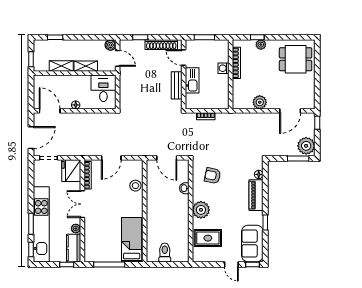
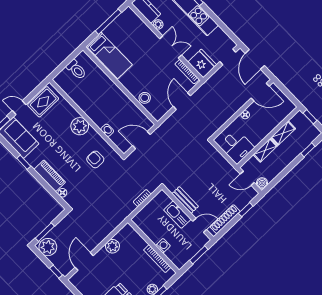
armchair: (213, 176) -> (95, 159), turned -102
rug: (208, 238) -> (43, 102), moved

